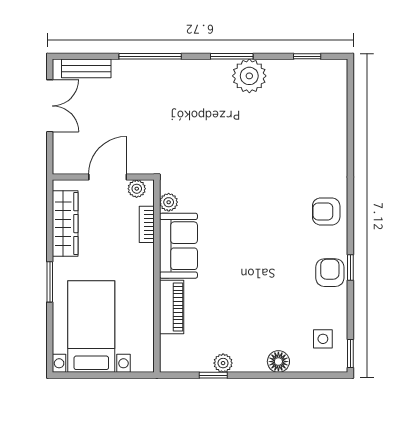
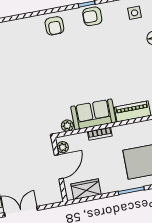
door: (108, 177) -> (59, 167), swing flipped
wardrobe: (65, 224) -> (86, 189), width x0.67
bookcase: (147, 224) -> (100, 134), moved

